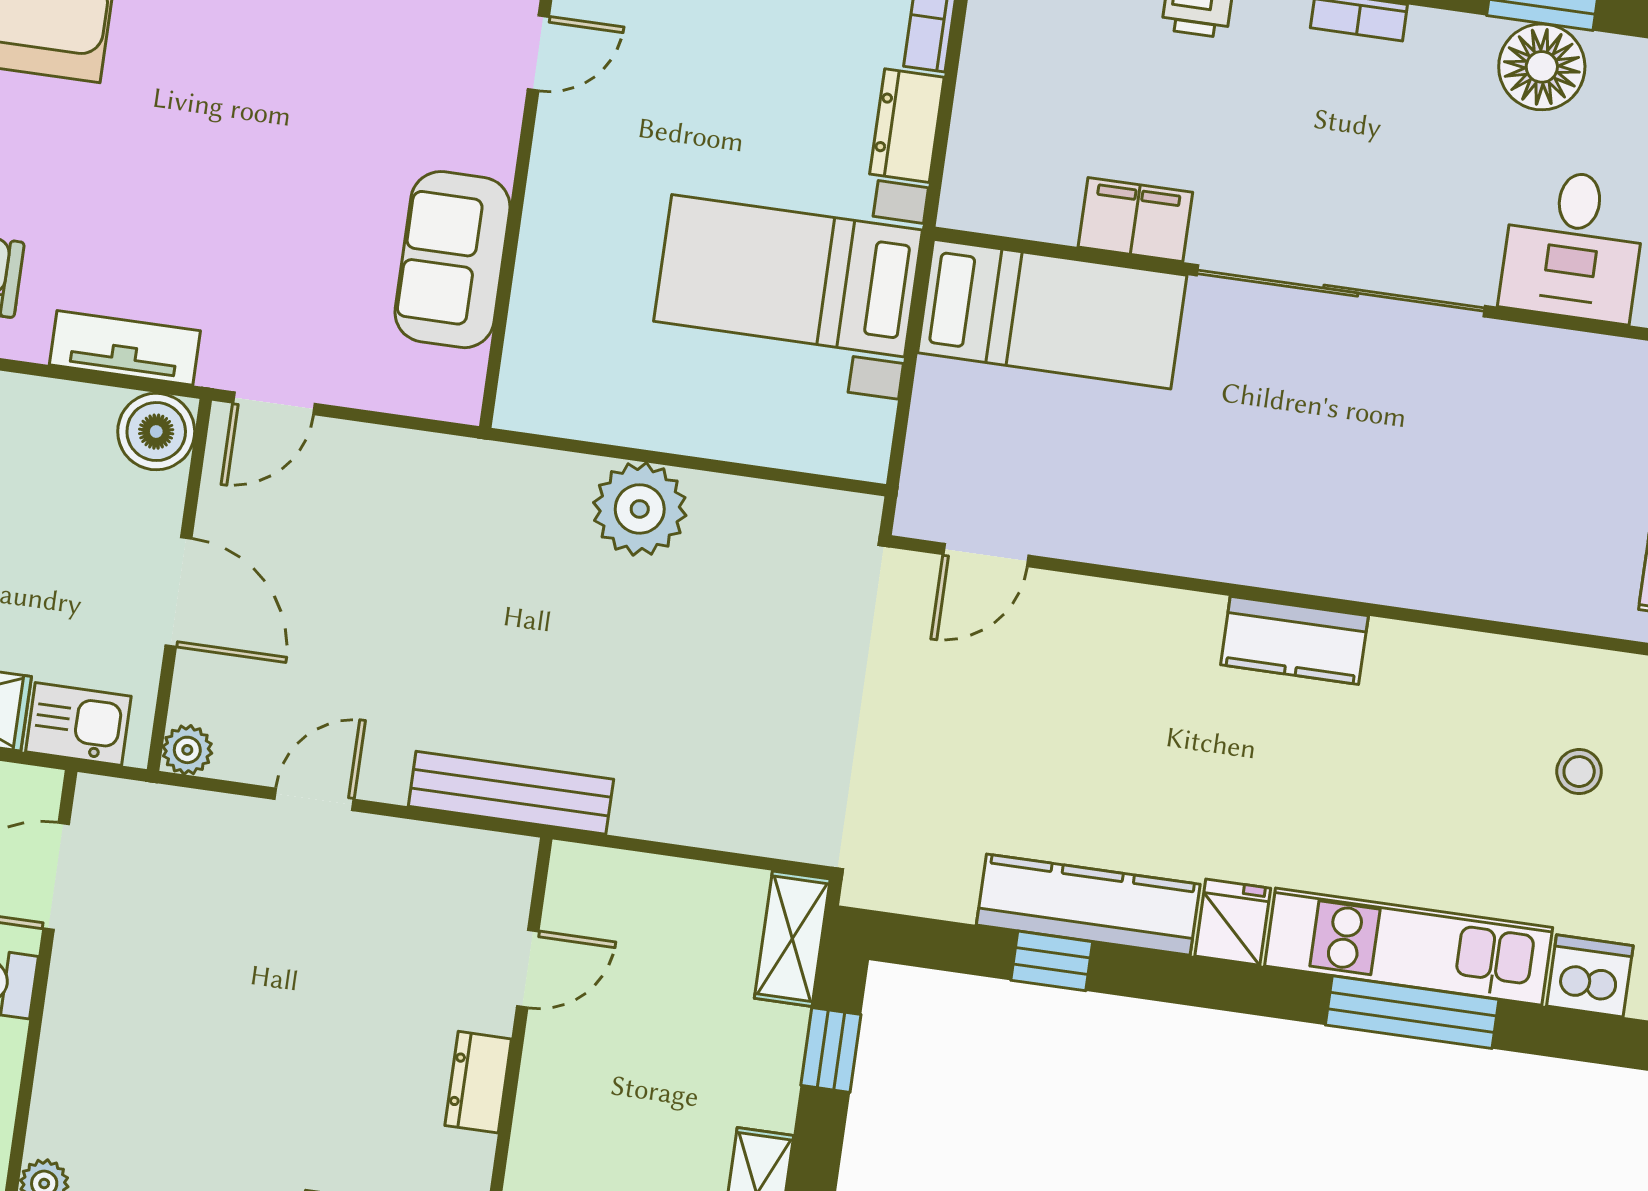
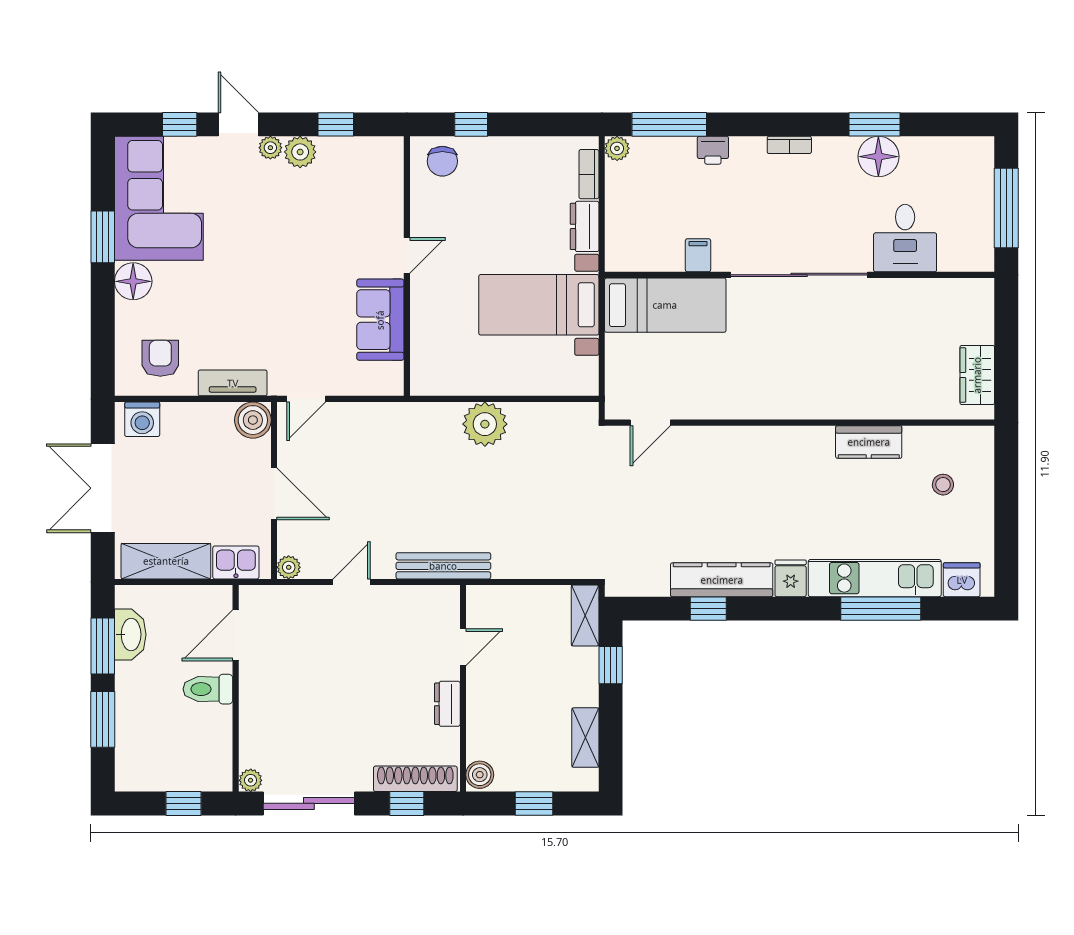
door: (538, 53) -> (407, 255), moved
filing cabinet: (1135, 220) -> (698, 255), width x0.50
kitchen counter: (1294, 640) -> (869, 442), moved

